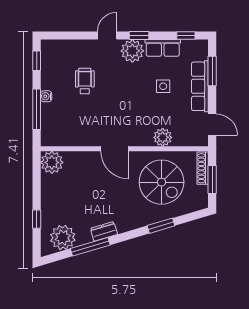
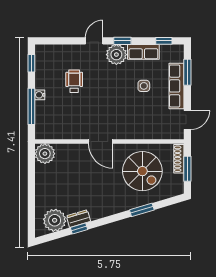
door: (212, 125) -> (187, 120), hinge flipped
plant: (163, 137) -> (143, 131), removed
window: (37, 219) -> (31, 204), removed
dresser: (104, 231) -> (78, 219), moved
window: (90, 247) -> (79, 229), width x0.46

